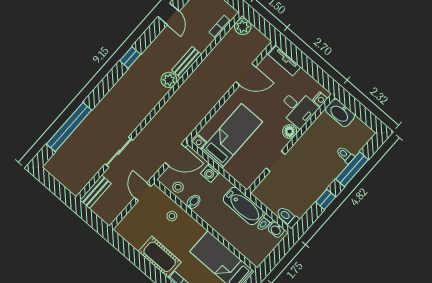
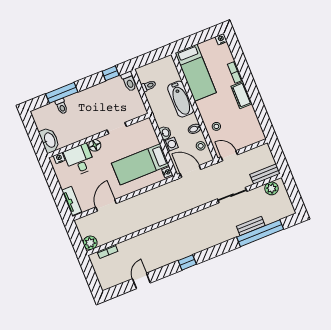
bench: (187, 62) -> (251, 226), moved
door: (246, 74) -> (106, 205), hinge flipped
plant: (169, 80) -> (271, 188), moved
door: (143, 192) -> (229, 156), swing flipped
window: (326, 199) -> (111, 73), moved
bathtub: (243, 206) -> (181, 99), moved, turned 180
washbasin: (276, 230) -> (165, 133), moved
cot: (160, 257) -> (242, 95), width x0.73, depth x0.75

